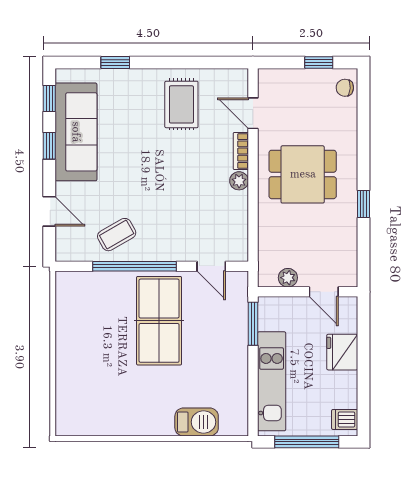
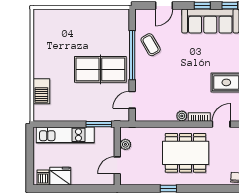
dining table: (303, 174) -> (186, 153), width x1.38
fridge: (342, 352) -> (60, 176), moved
window: (307, 442) -> (30, 155), removed

